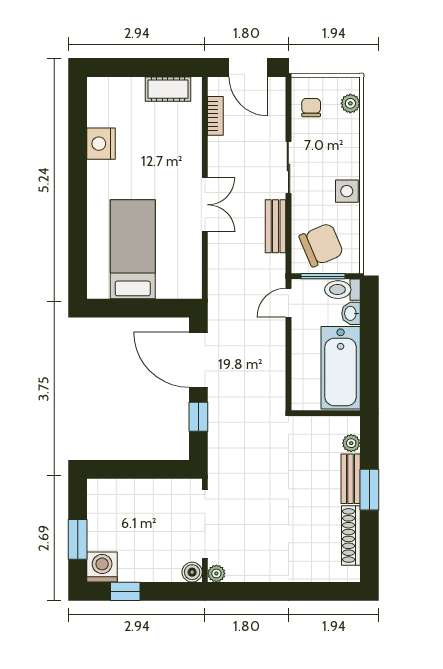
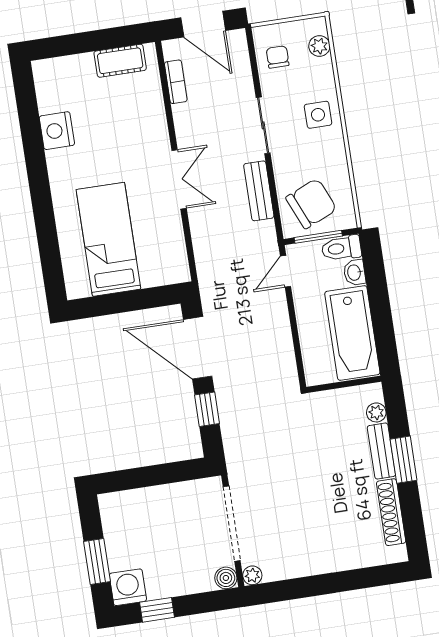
side table: (347, 191) -> (318, 115), moved

